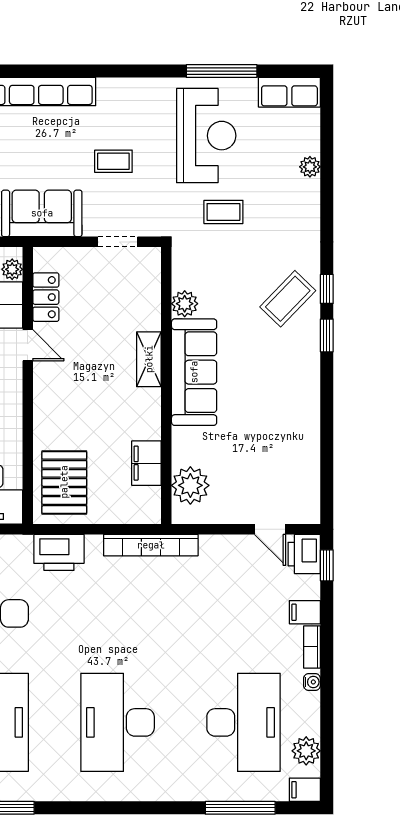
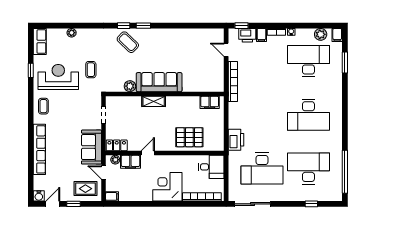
window: (222, 71) -> (31, 70), width x0.46
coffee table: (113, 161) -> (43, 106), moved
locker: (46, 297) -> (117, 145), moved
filing cabinet: (146, 463) -> (210, 102), moved
pallet: (64, 482) -> (189, 137), moved
plant: (190, 485) -> (207, 84), removed
door: (270, 529) -> (226, 50), swing flipped
bookcase: (151, 545) -> (233, 82), moved
printer: (304, 554) -> (247, 35), moved
window: (240, 808) -> (345, 62), width x0.69

